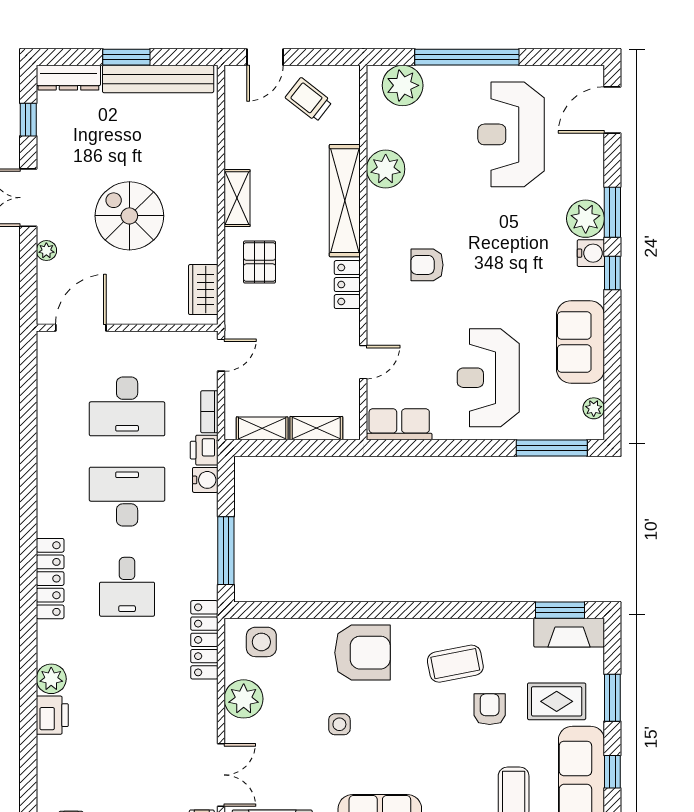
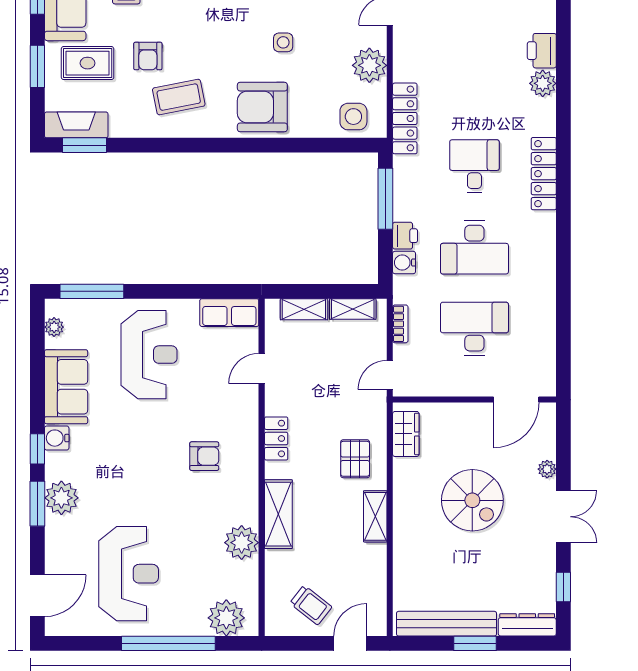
shelving: (345, 201) -> (278, 514), width x0.68
water cooler: (591, 253) -> (57, 438), moved
printer: (204, 450) -> (405, 236), moved

